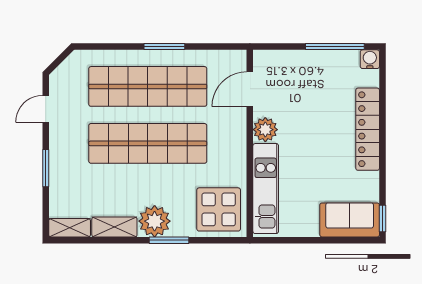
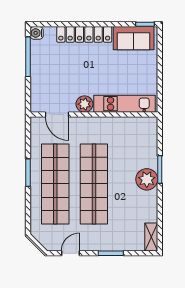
door: (46, 109) -> (70, 253), swing flipped
display table: (219, 209) -> (139, 136), removed
sofa: (350, 220) -> (134, 38), moved, turned -90
shelving: (114, 227) -> (151, 207), removed

